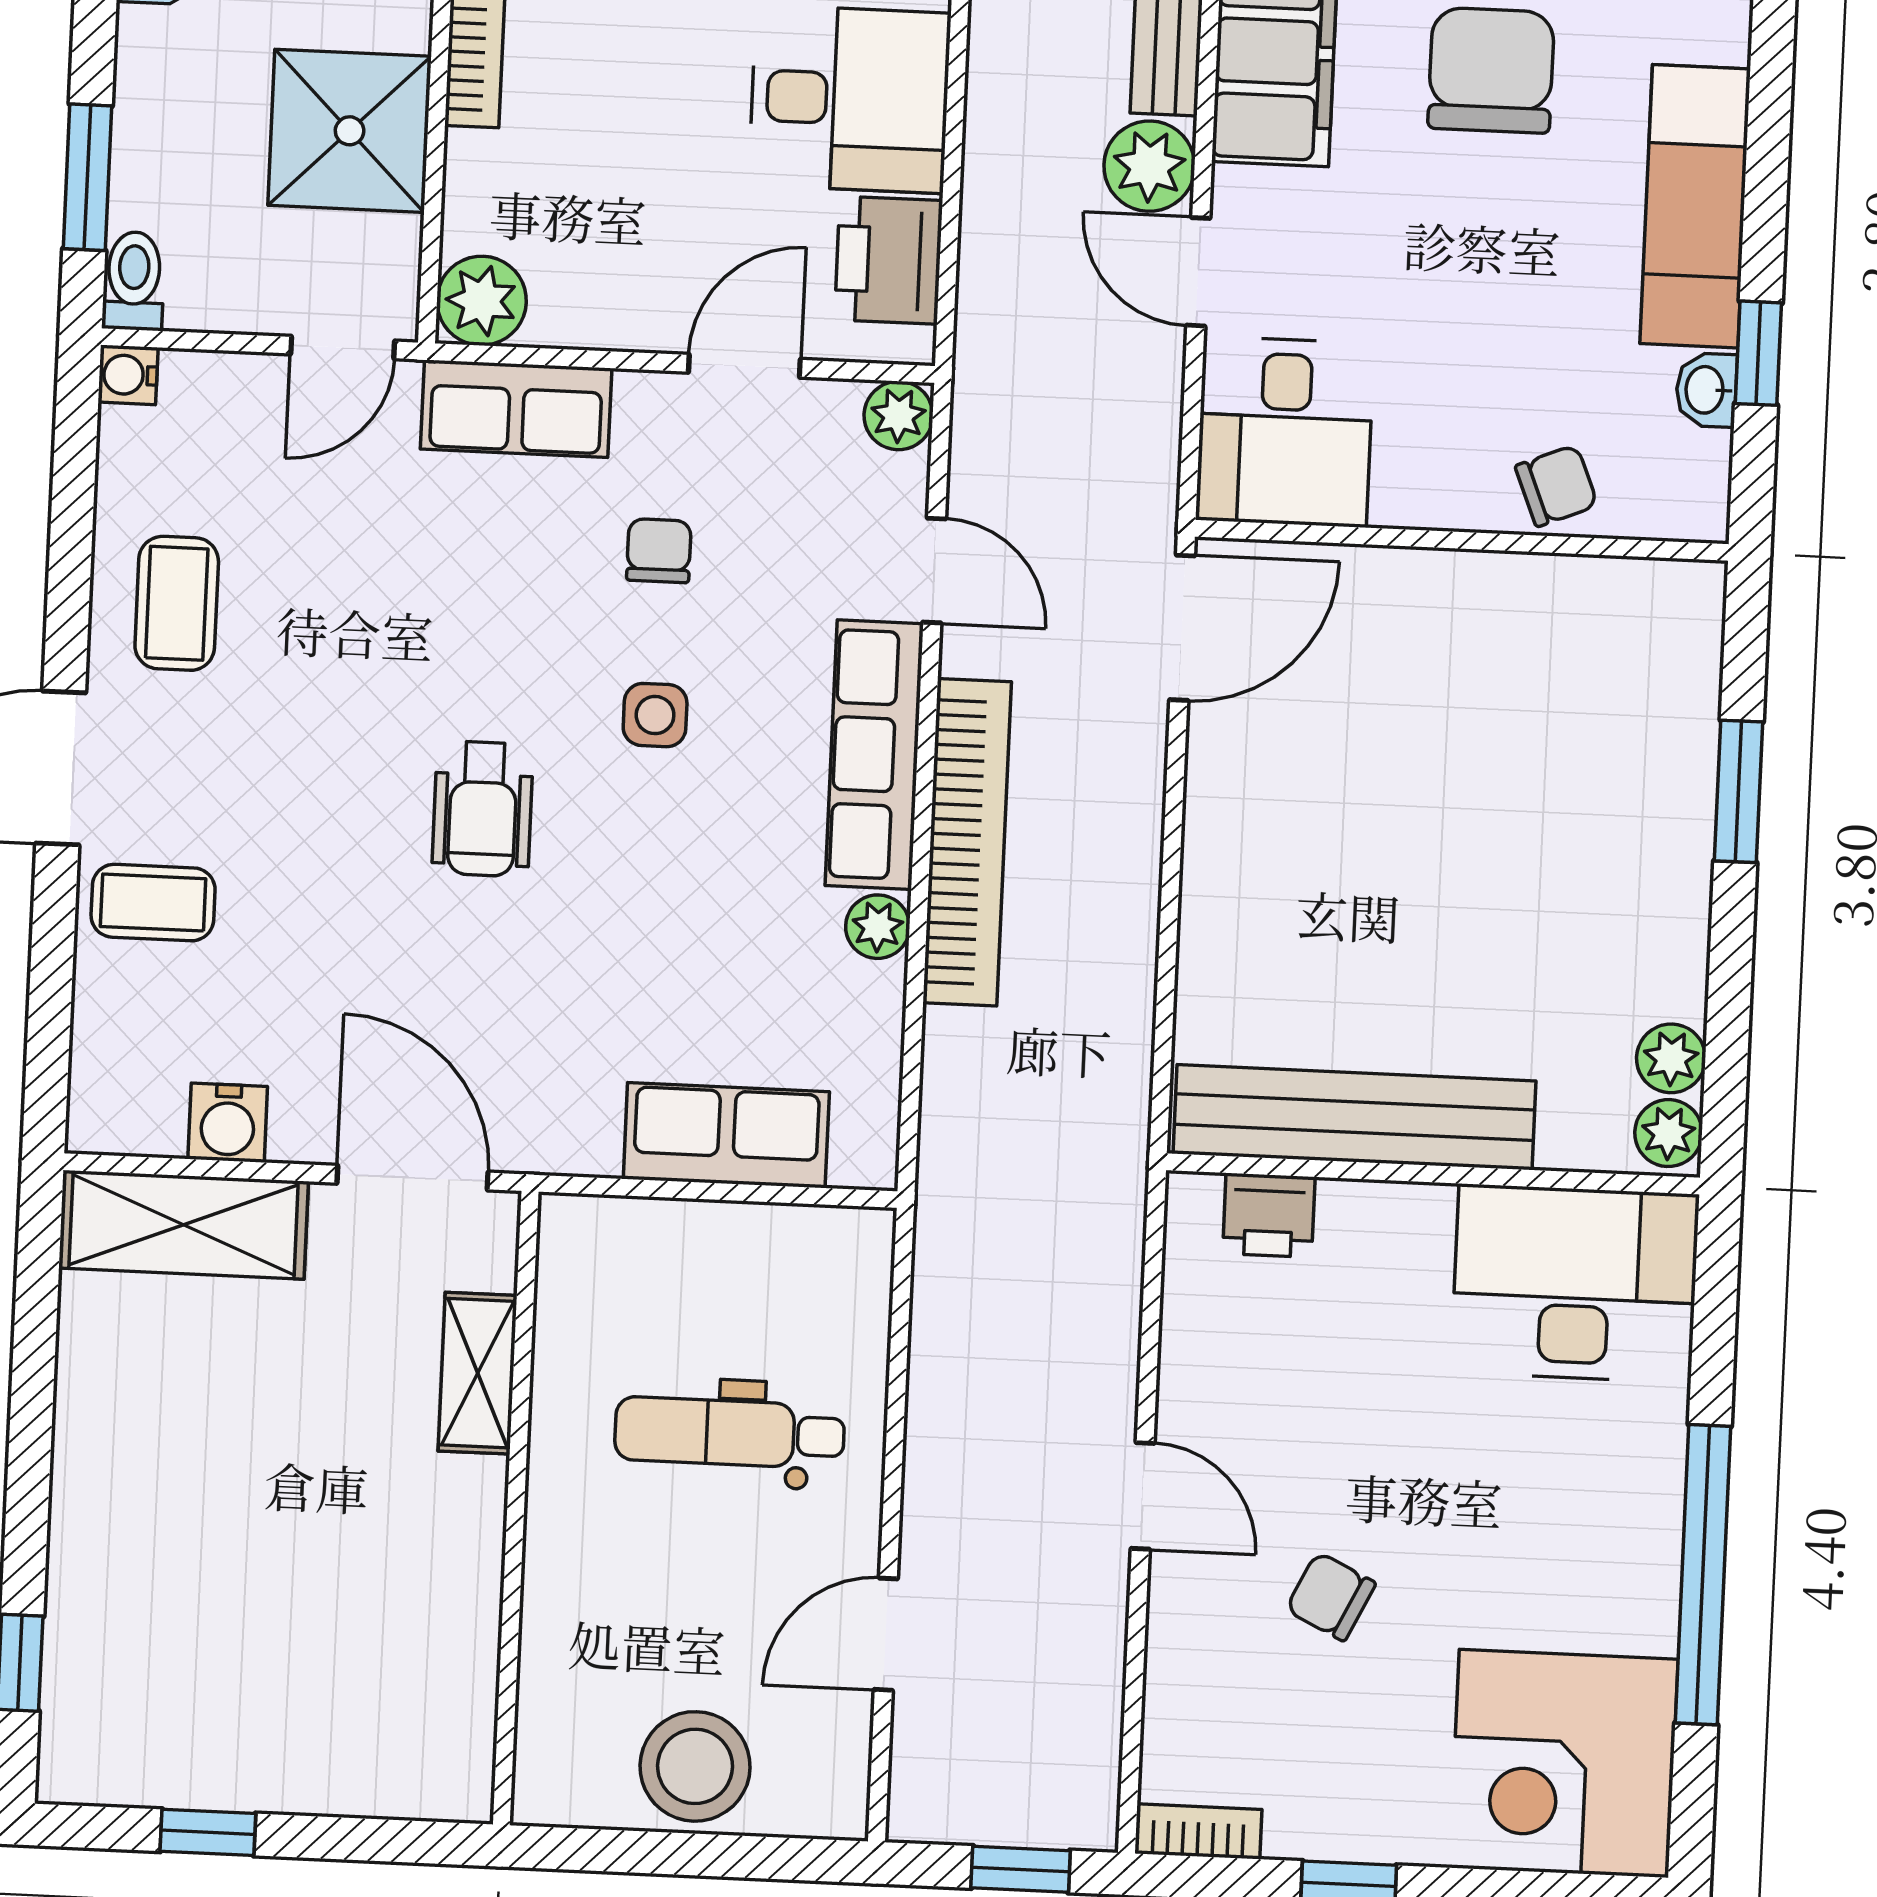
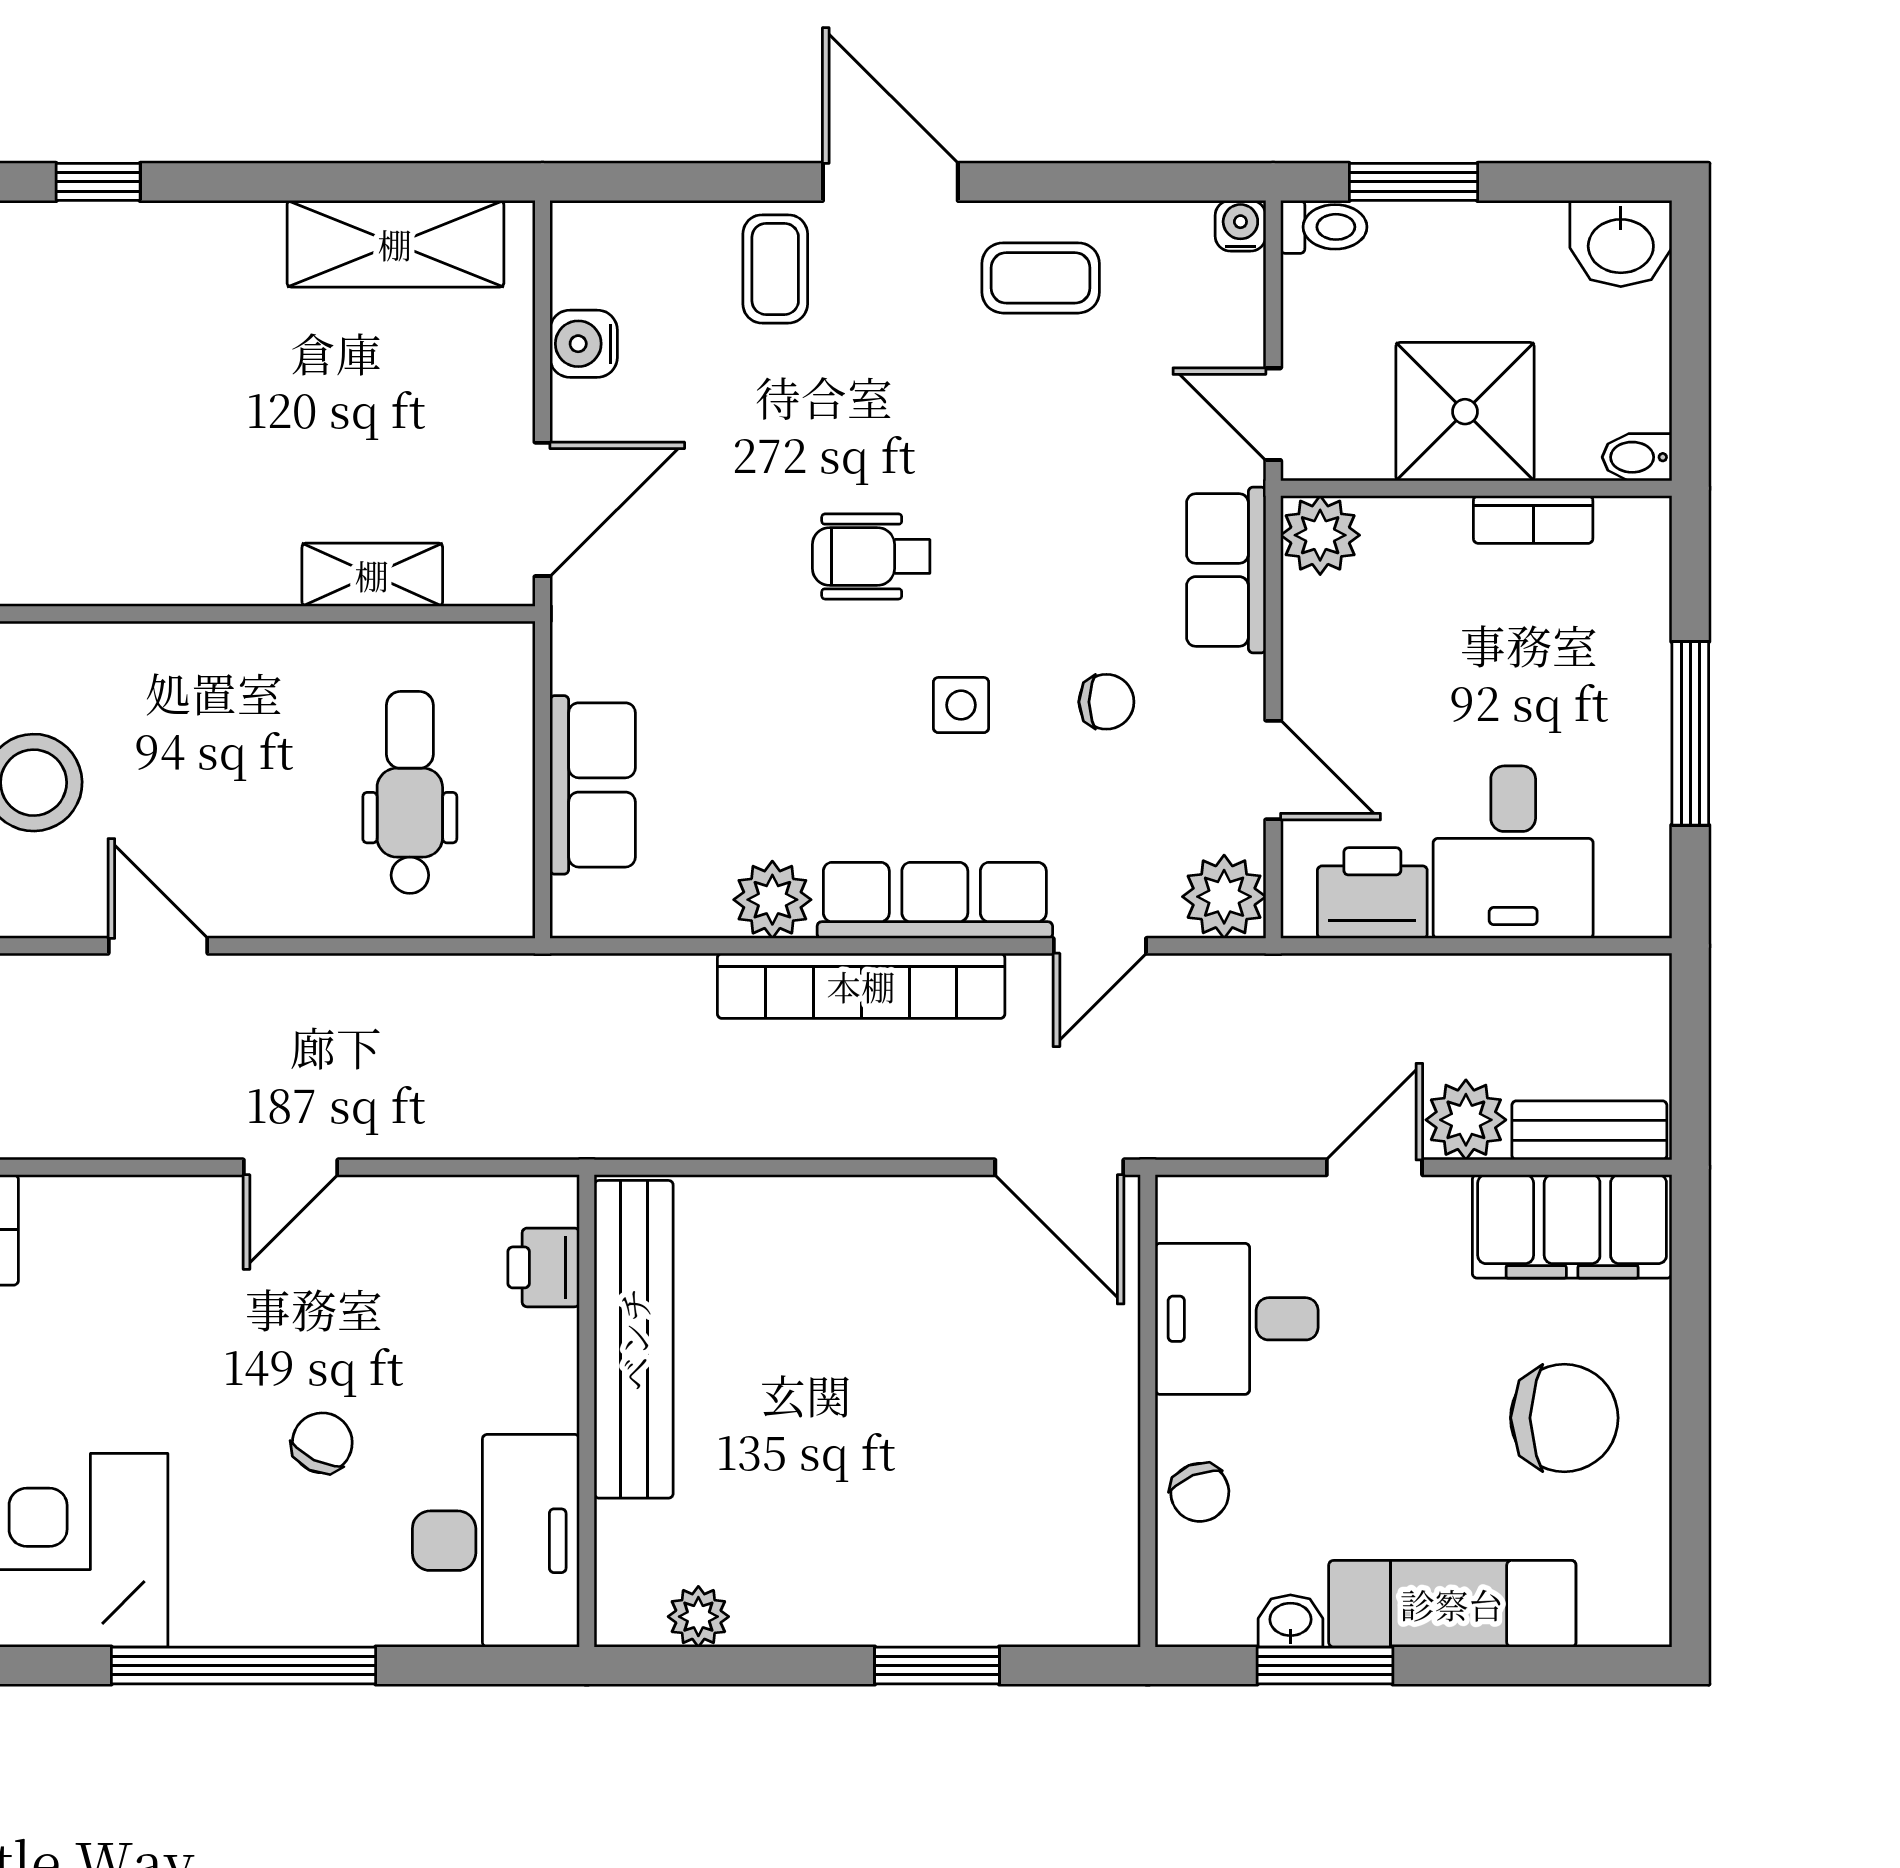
window: (1758, 353) -> (1325, 1666), width x1.50
plant: (898, 415) -> (1224, 897), width x1.38, depth x1.38
desk: (1285, 432) -> (1237, 1319), moved
plant: (878, 927) -> (772, 900), width x1.38, depth x1.38
plant: (1668, 1133) -> (632, 1617), removed
shelving: (184, 1225) -> (395, 244), moved, turned 90
dental chair: (730, 1433) -> (410, 792), moved
chair: (1331, 1596) -> (322, 1443), moved

